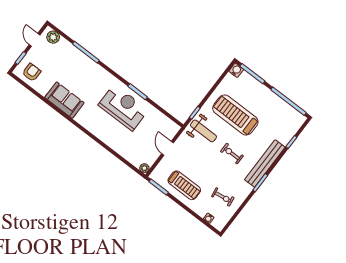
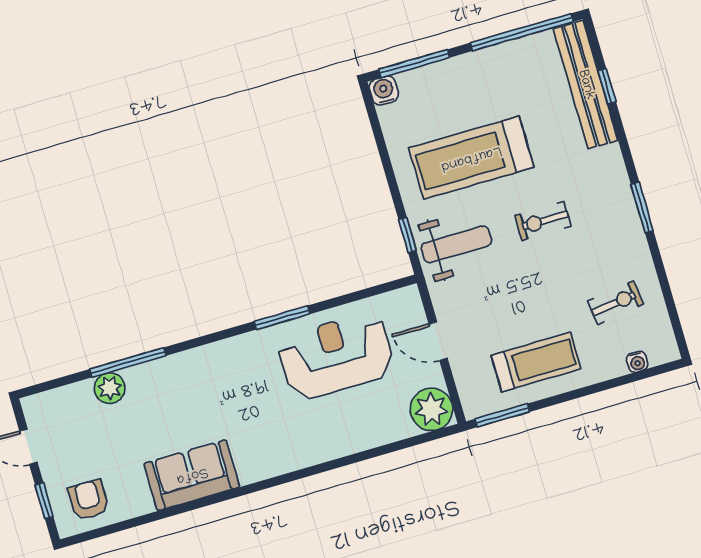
plant: (53, 37) -> (110, 388), moved
reception desk: (123, 107) -> (336, 356), moved
bench: (265, 163) -> (586, 85), moved
plant: (144, 168) -> (431, 409), width x1.87, depth x1.87

